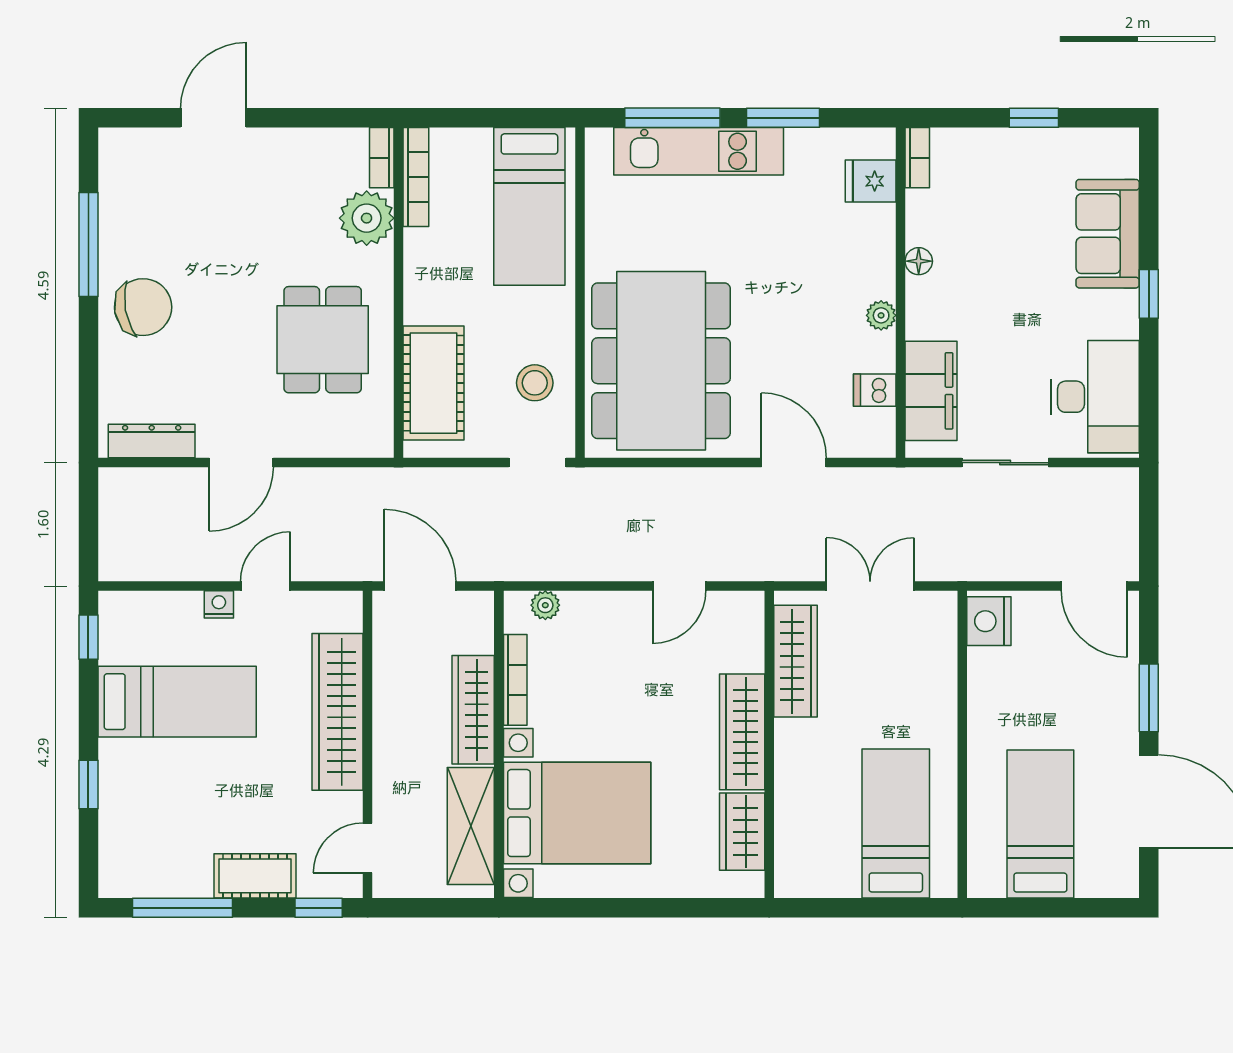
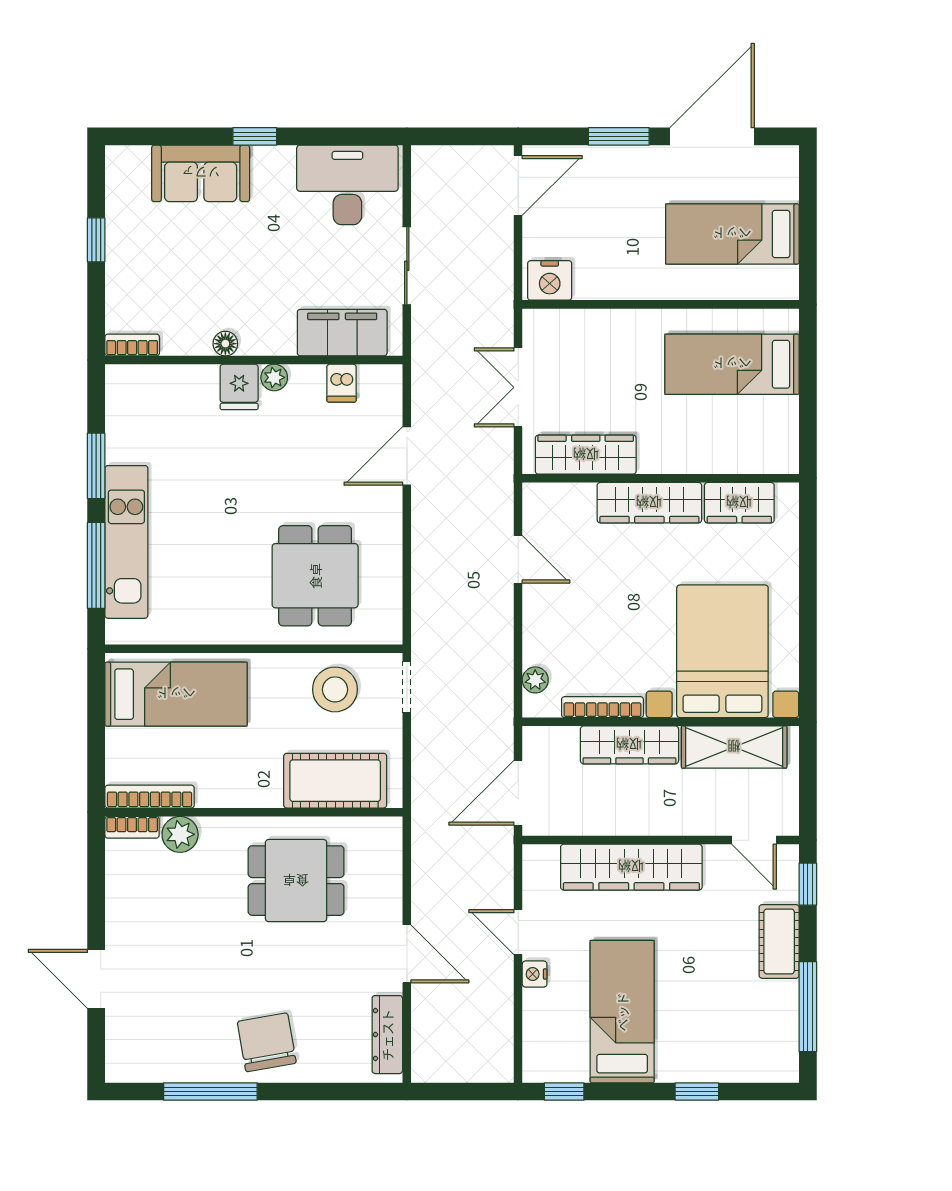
fridge: (871, 181) -> (239, 387), moved
plant: (367, 218) -> (180, 834), width x0.73, depth x0.73
dining table: (661, 361) -> (315, 576), width x0.53, depth x0.80
stool: (535, 383) -> (335, 689), width x1.38, depth x1.38

